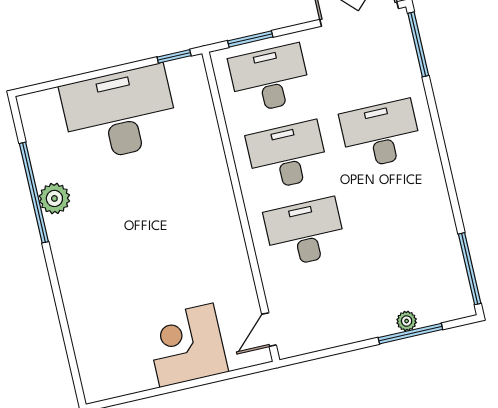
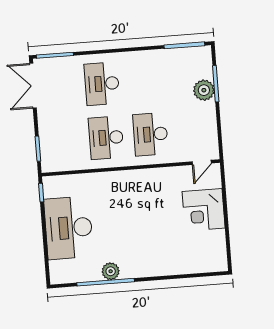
desk: (270, 79) -> (62, 141), removed
plant: (407, 321) -> (204, 90), width x1.87, depth x1.87
door: (269, 330) -> (202, 162), hinge flipped

